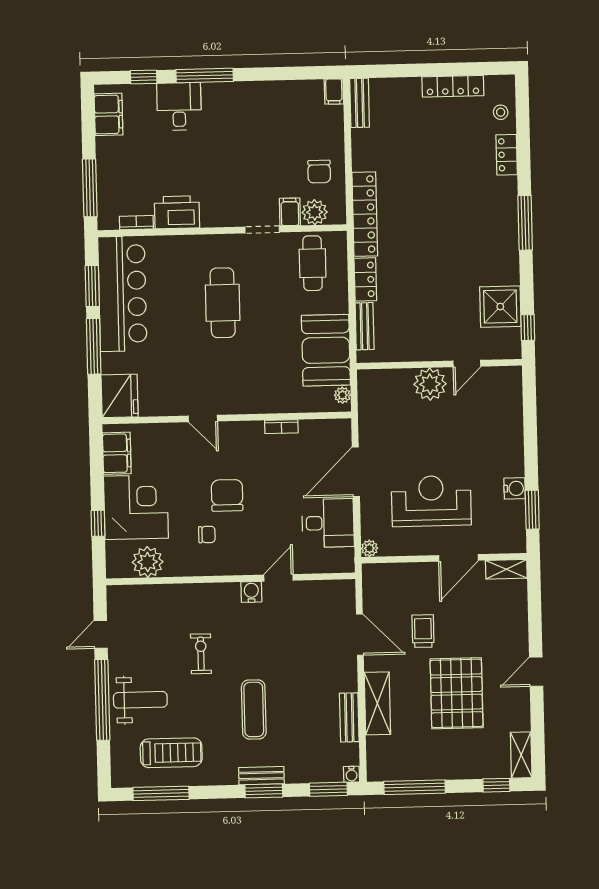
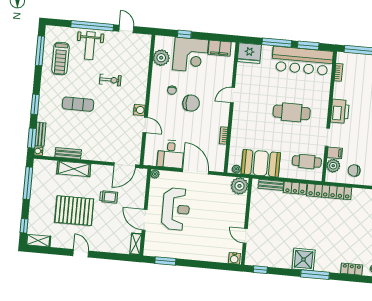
printer: (177, 212) -> (340, 111), moved
shower: (500, 307) -> (304, 259), moved
plant: (430, 384) -> (239, 186), moved
water cooler: (515, 488) -> (234, 258), moved
door: (360, 635) -> (125, 165), moved
bench: (261, 776) -> (40, 134), moved

